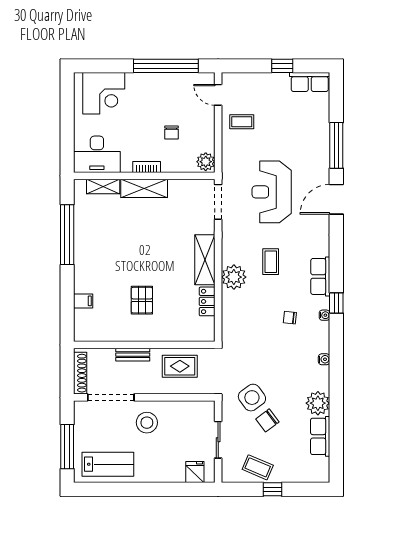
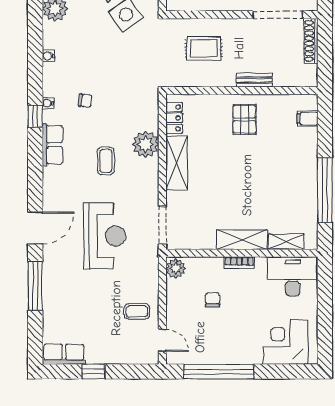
wall: (144, 345) -> (242, 91), moved
bench: (133, 355) -> (254, 80), moved

